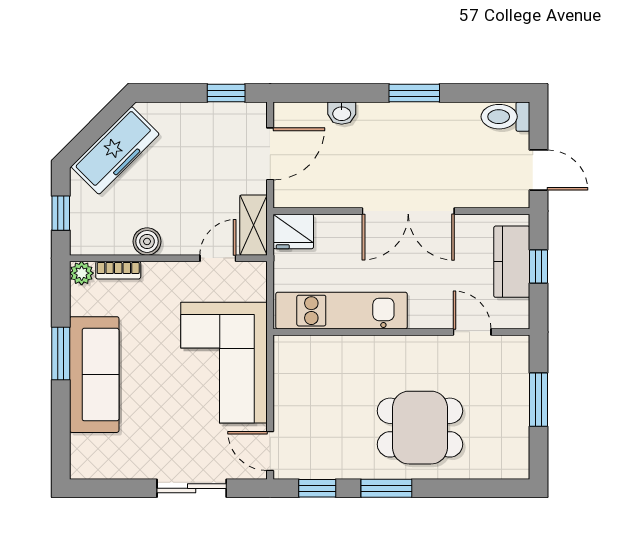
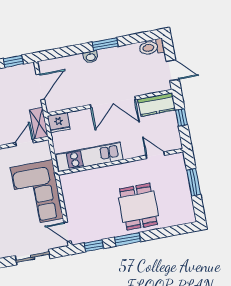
washbasin: (342, 113) -> (91, 57), moved
kitchen counter: (512, 262) -> (157, 105), moved, turned -90
dining table: (420, 428) -> (138, 207), turned 90

